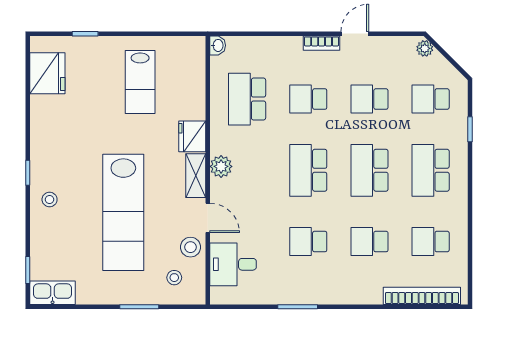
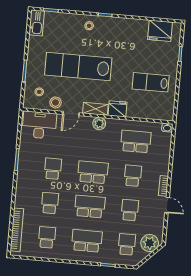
plant: (425, 48) -> (150, 243), width x1.88, depth x1.88
desk: (233, 264) -> (39, 125), width x1.37

